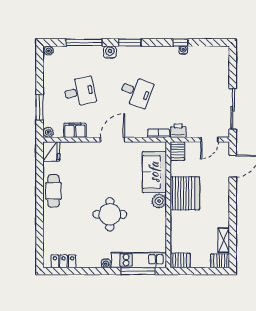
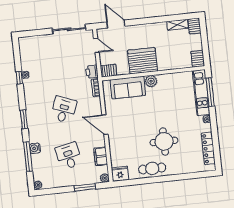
water cooler: (110, 52) -> (35, 148), moved
round table: (110, 214) -> (164, 141), moved
locker: (64, 261) -> (208, 148), width x1.53

